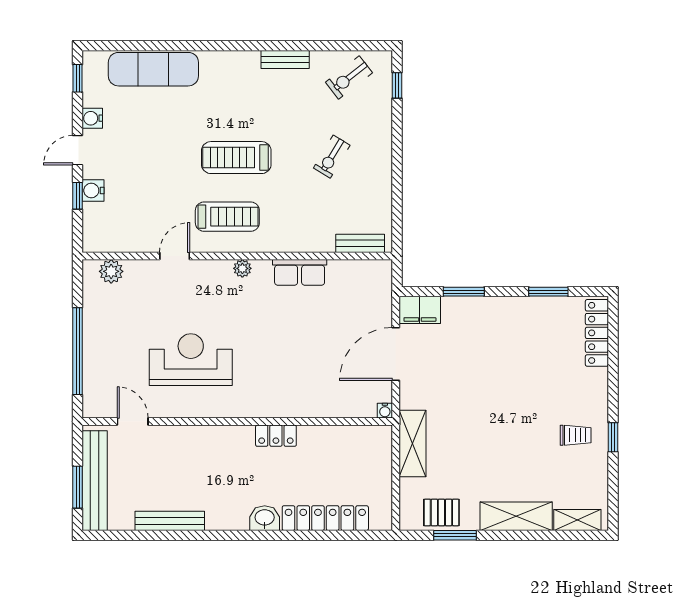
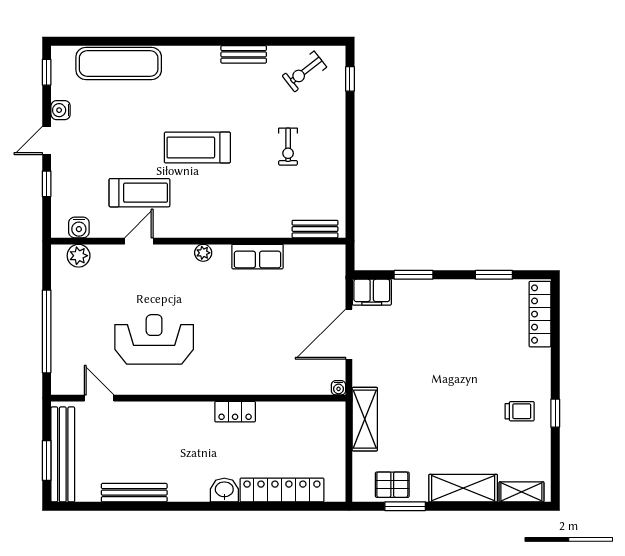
exercise bike: (332, 157) -> (288, 147), turned -31
water cooler: (93, 191) -> (79, 227), moved, turned -90
treadmill: (227, 217) -> (139, 193), moved

